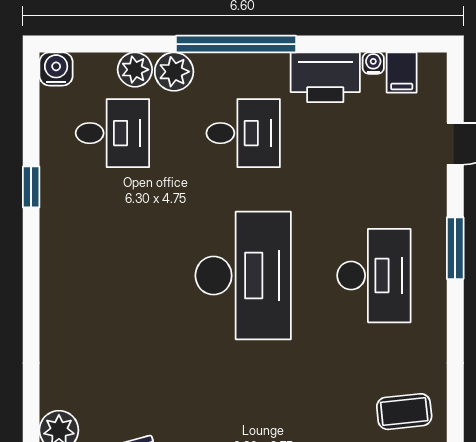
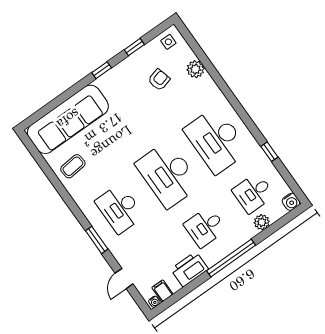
water cooler: (373, 63) -> (154, 302), moved
plant: (174, 72) -> (247, 232), removed
desk: (112, 276) -> (216, 140), added

